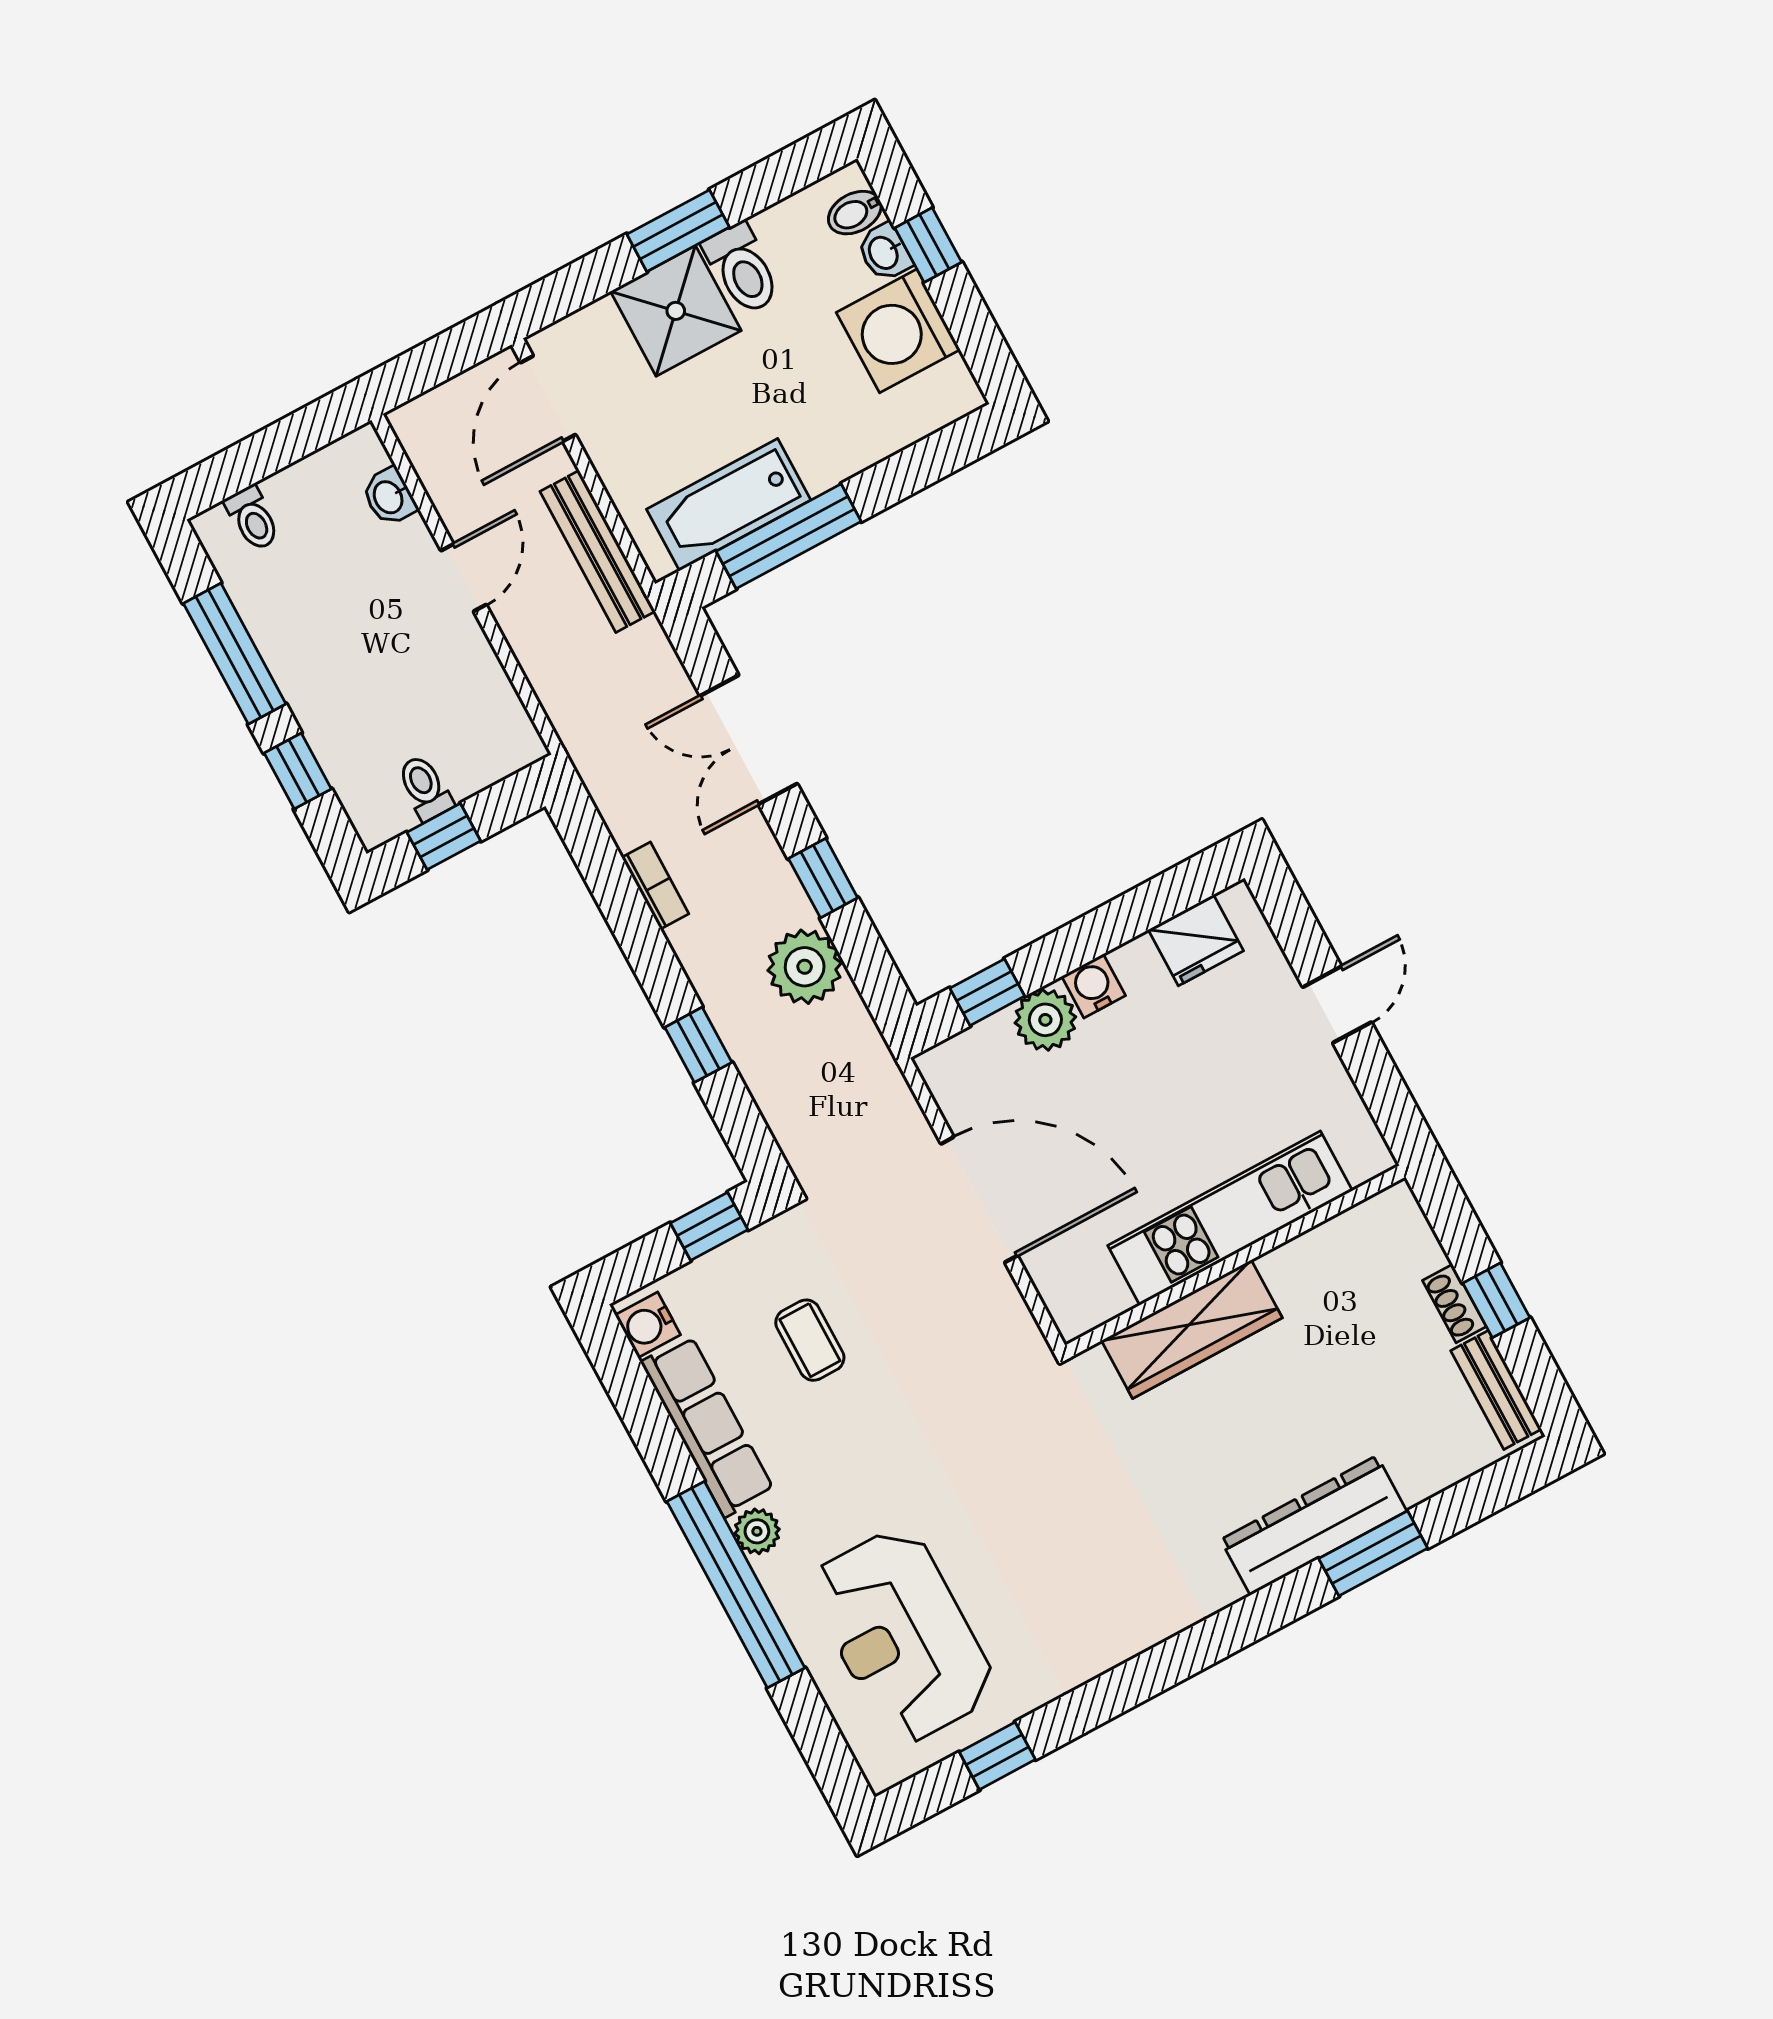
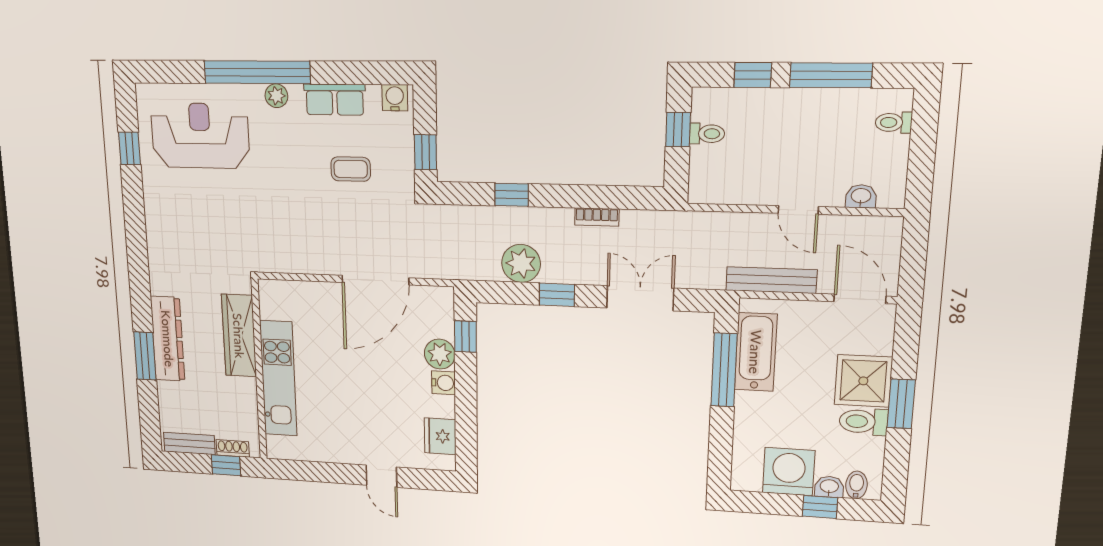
kitchen unit: (1230, 1218) -> (278, 379), moved
wall: (1235, 1261) -> (259, 370), moved
wardrobe: (1192, 1329) -> (239, 336), moved
row of seats: (707, 1426) -> (335, 100), width x0.68

